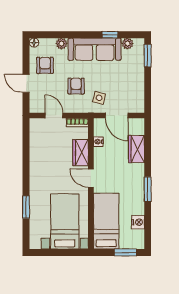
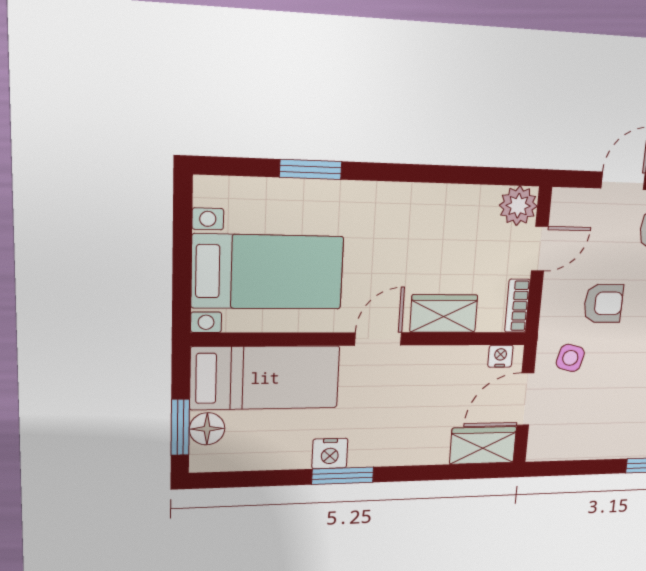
plant: (37, 126) -> (518, 206), added
nightstand: (98, 142) -> (500, 356), moved
wardrobe: (136, 149) -> (483, 445), moved
nightstand: (138, 222) -> (330, 454), moved
floor lamp: (126, 243) -> (207, 429), added

